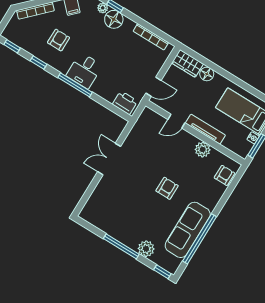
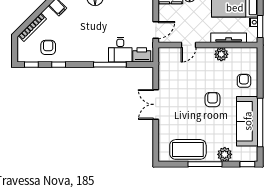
armchair: (58, 40) -> (48, 47), moved
desk: (84, 71) -> (120, 50), moved
window: (75, 85) -> (110, 65), moved
tv unit: (205, 129) -> (229, 38), moved
armchair: (224, 175) -> (244, 81), moved
coffee table: (113, 222) -> (188, 149), added

